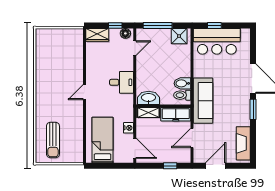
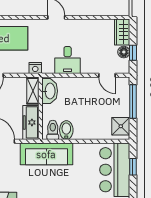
floor lamp: (125, 33) -> (124, 52), moved
nightstand: (129, 128) -> (35, 68), moved

